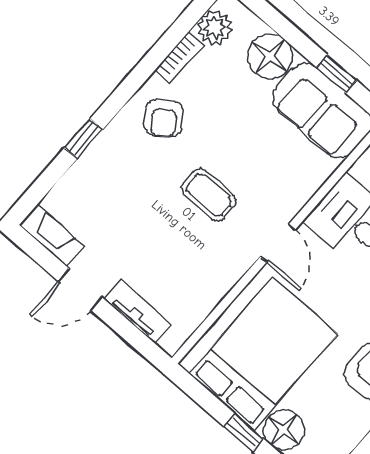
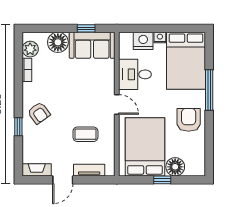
armchair: (164, 118) -> (39, 113), moved
coffee table: (209, 195) -> (85, 134), moved

